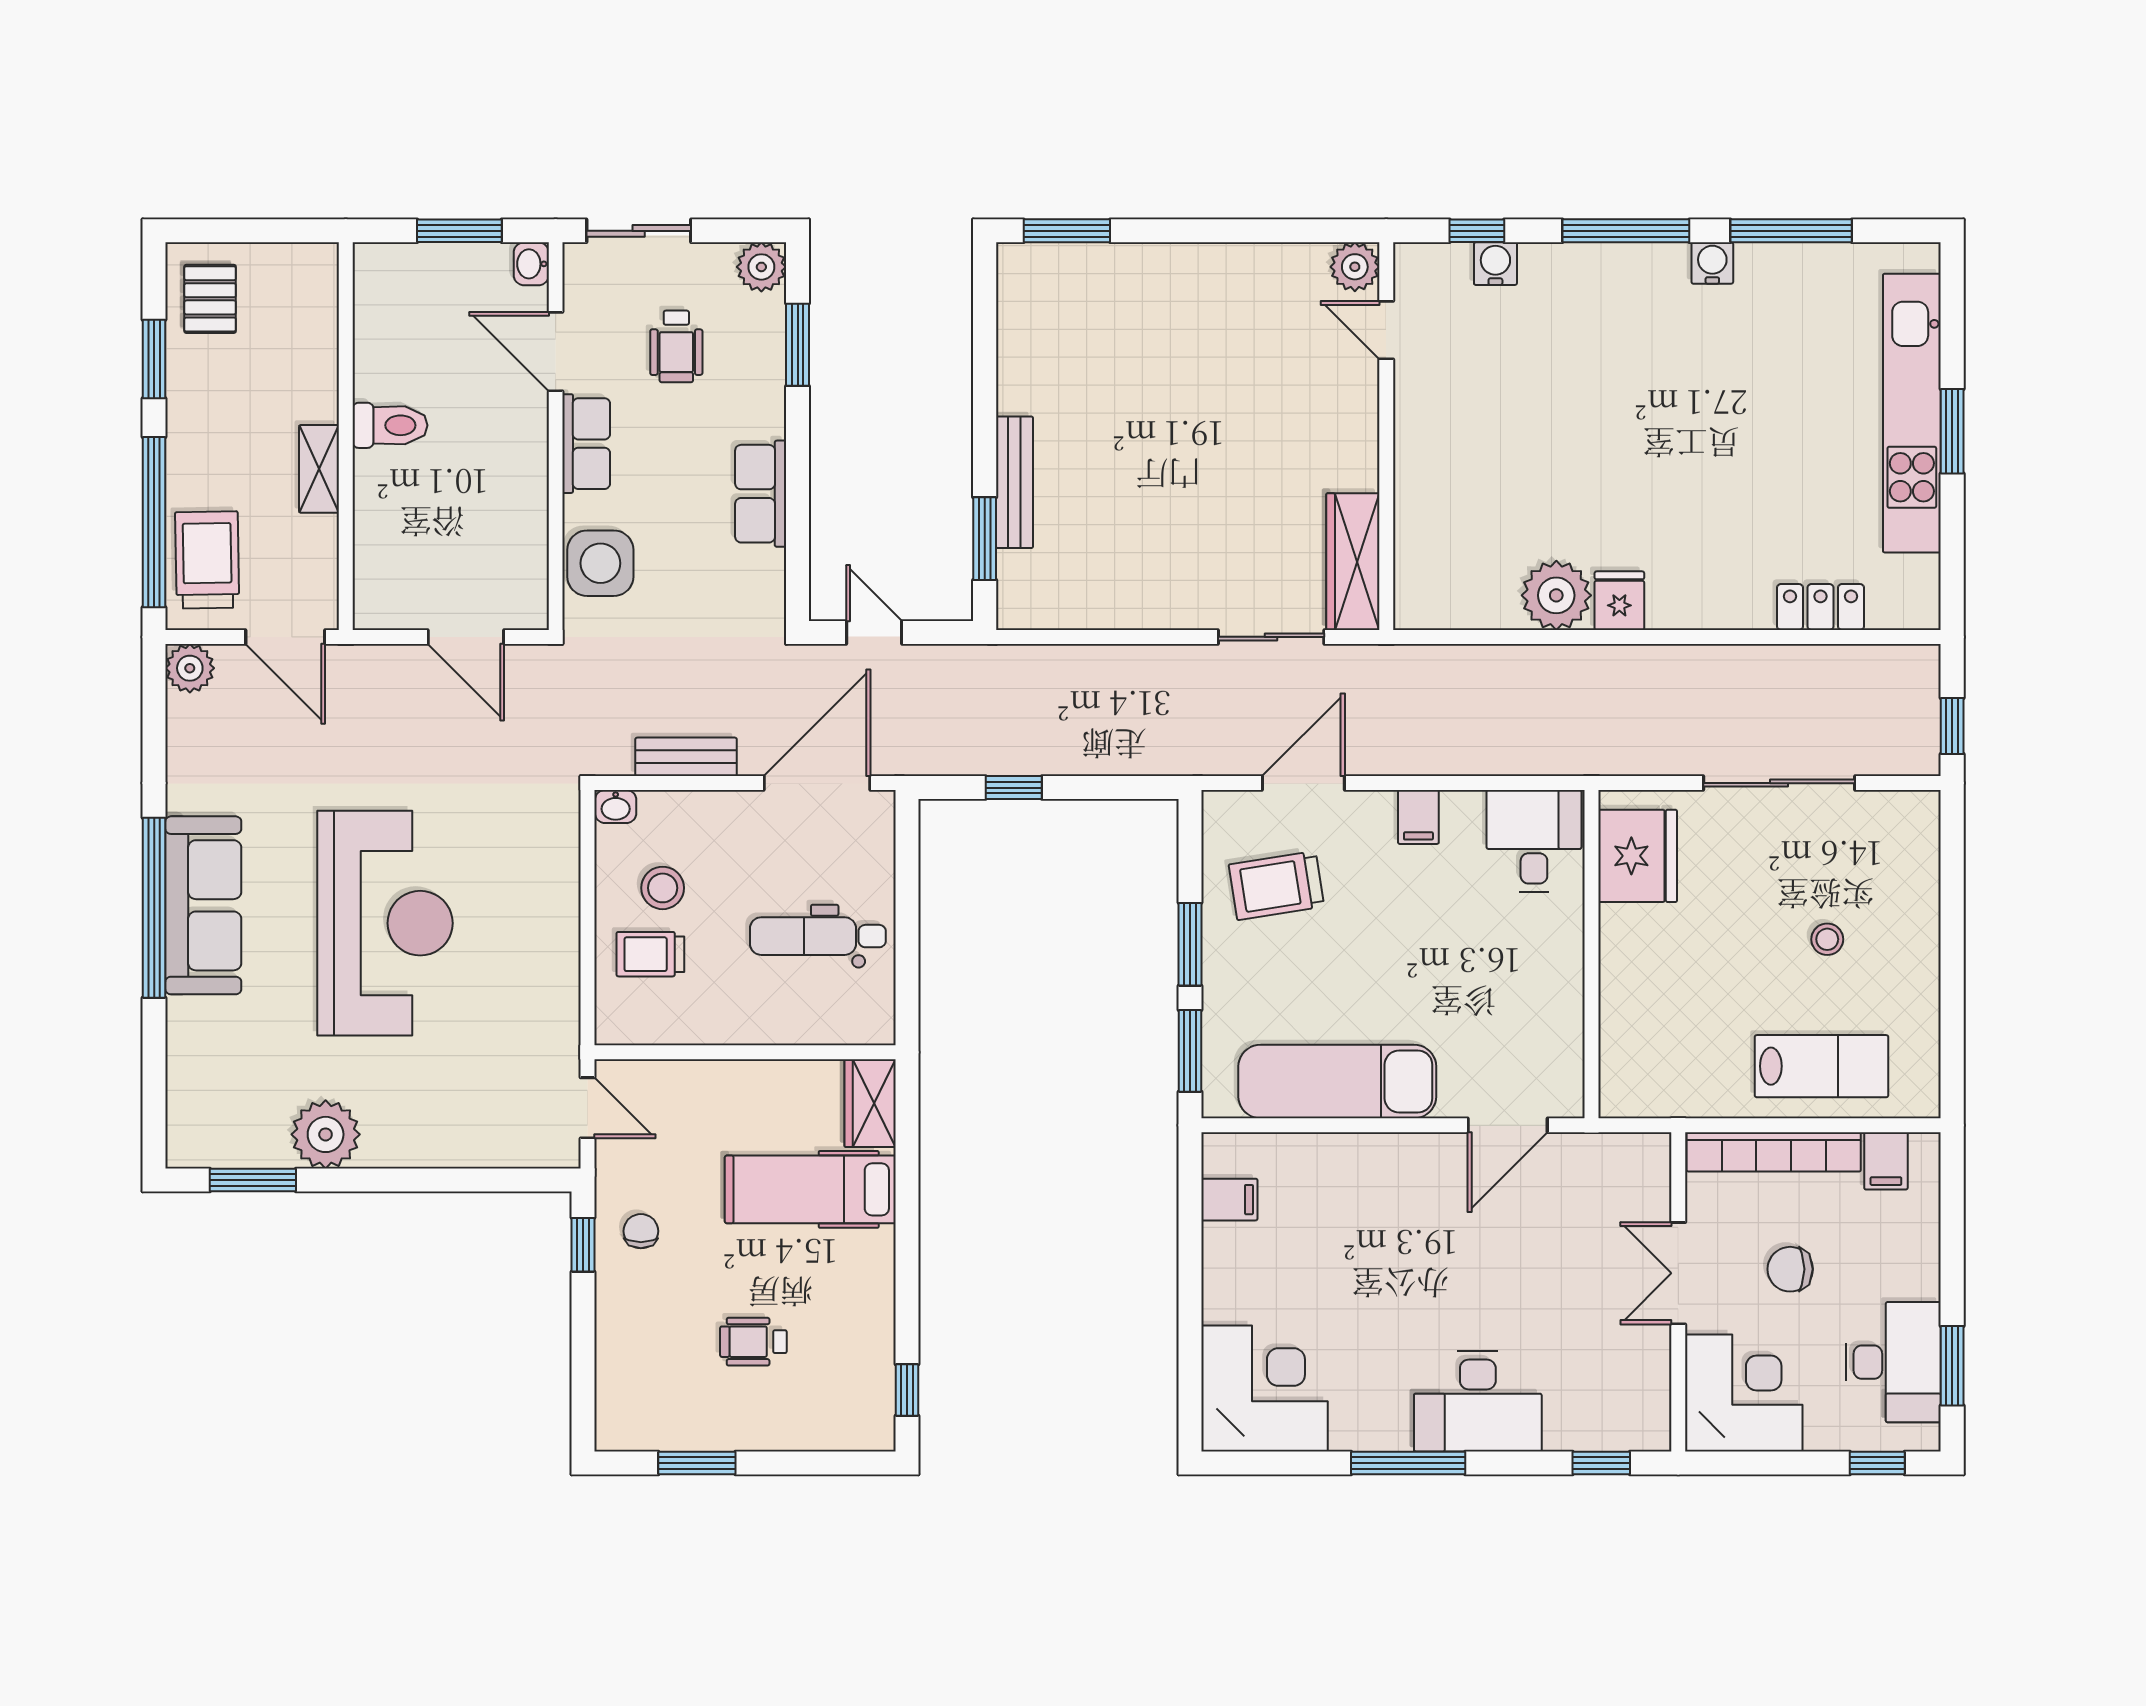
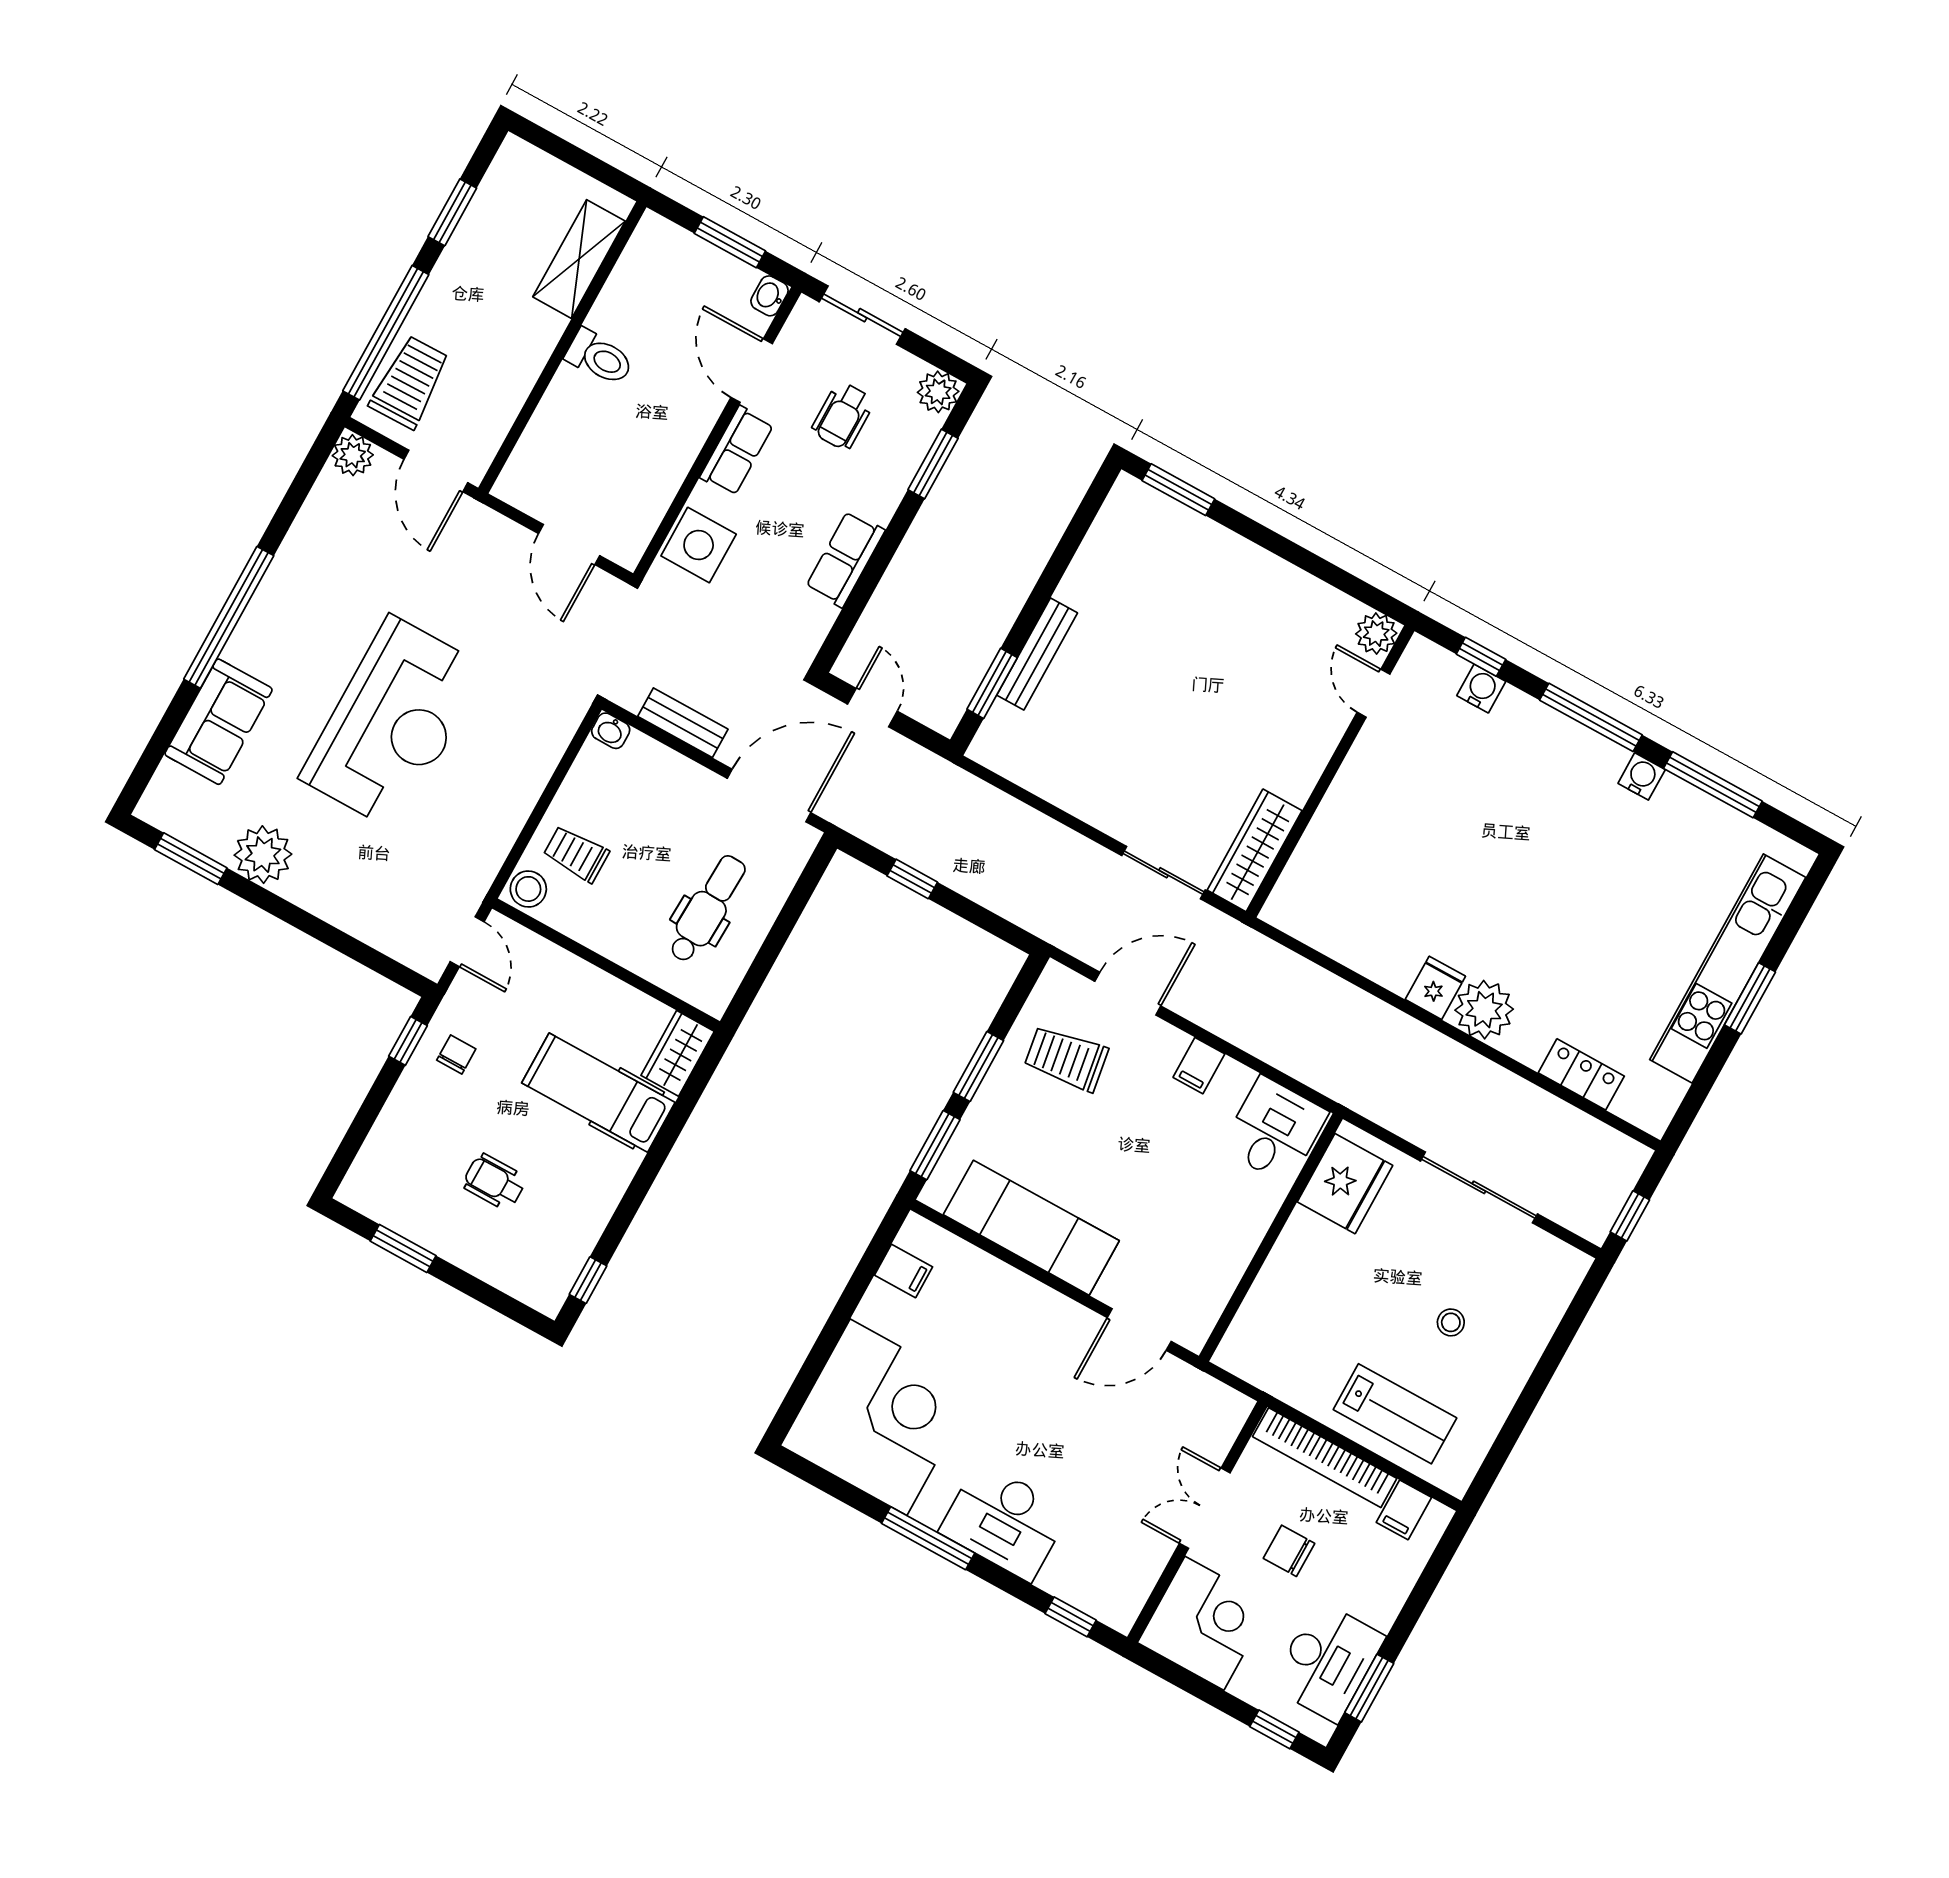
pallet: (210, 299) -> (518, 191), removed
shelving: (319, 469) -> (579, 259), moved, width x1.50, depth x1.33
plant: (1556, 595) -> (1484, 1010), moved
stool: (663, 888) -> (528, 889), moved
sofa: (203, 905) -> (219, 722), moved, width x0.73
dental chair: (818, 936) -> (707, 909), turned 92
corner desk: (1264, 1388) -> (879, 1417), width x1.36, depth x1.36

